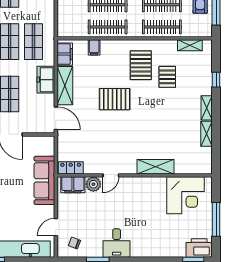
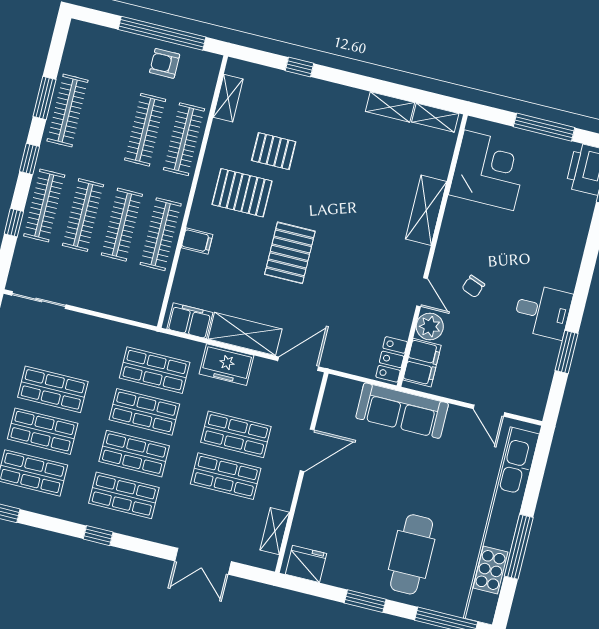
filing cabinet: (94, 47) -> (197, 241), moved
shelving: (207, 108) -> (435, 118), moved
chair: (74, 243) -> (473, 286), moved

